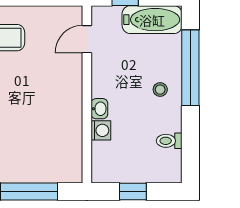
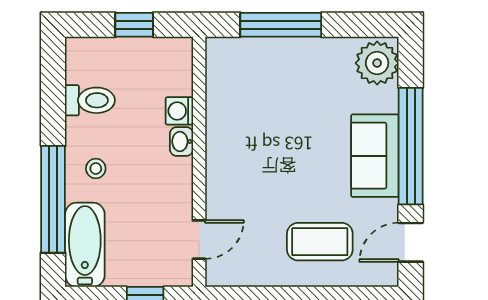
bathtub: (152, 20) -> (85, 245), moved, turned 90
toilet: (169, 141) -> (90, 100), width x1.37, depth x1.39

